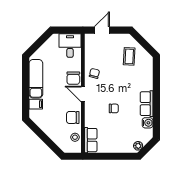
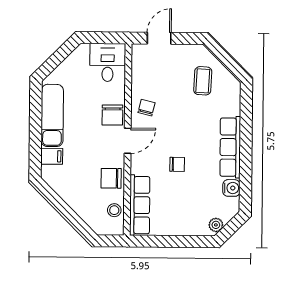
door: (83, 94) -> (128, 141), swing flipped
row of seats: (147, 104) -> (230, 147), width x1.48
row of seats: (91, 140) -> (140, 205), width x1.48

